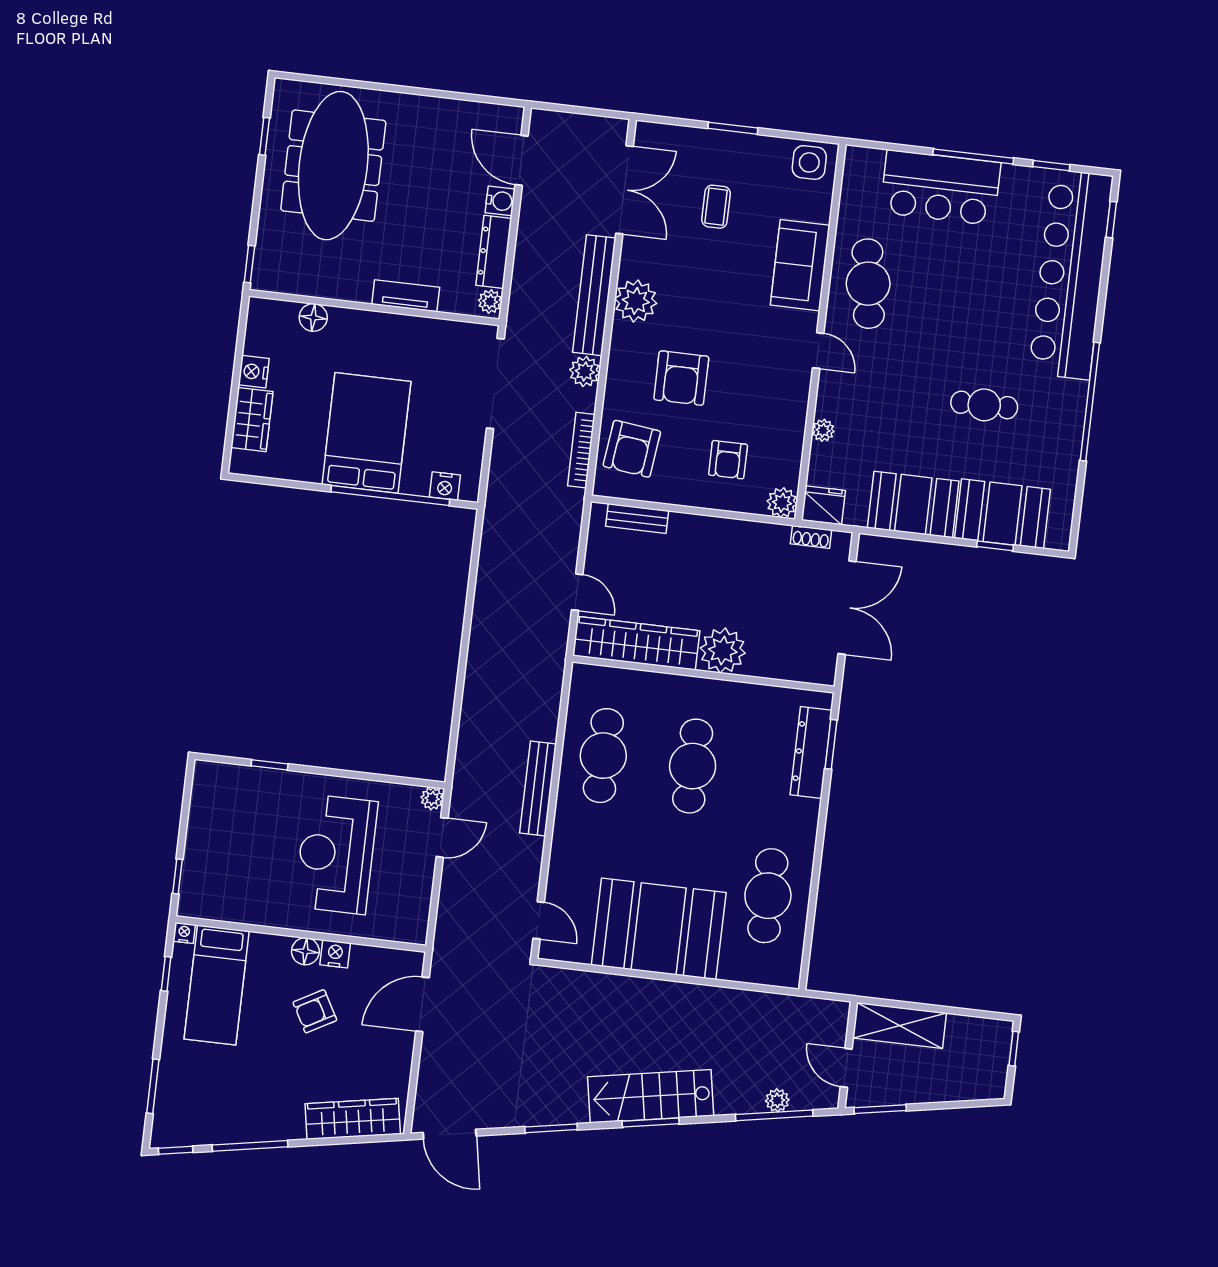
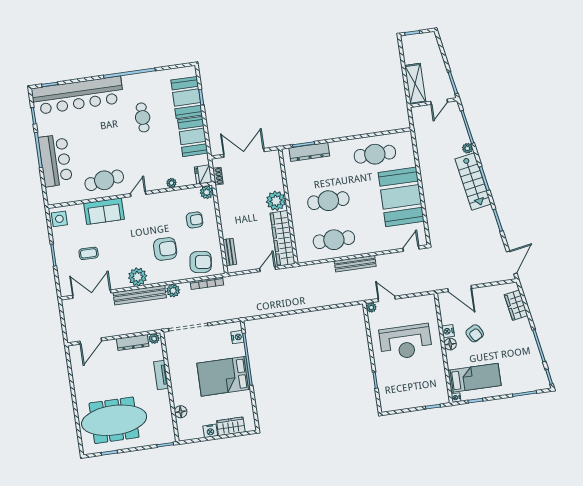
water cooler: (500, 201) -> (110, 346), removed
plant: (777, 1100) -> (467, 148), moved
wardrobe: (353, 1119) -> (516, 305), width x0.67

